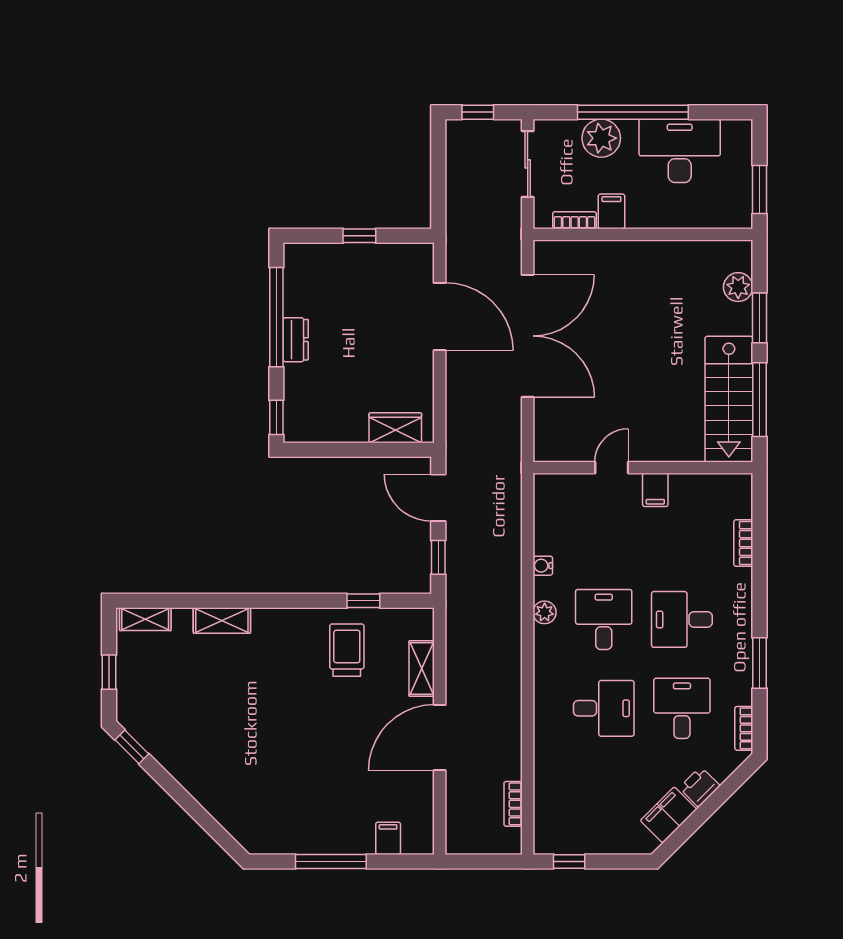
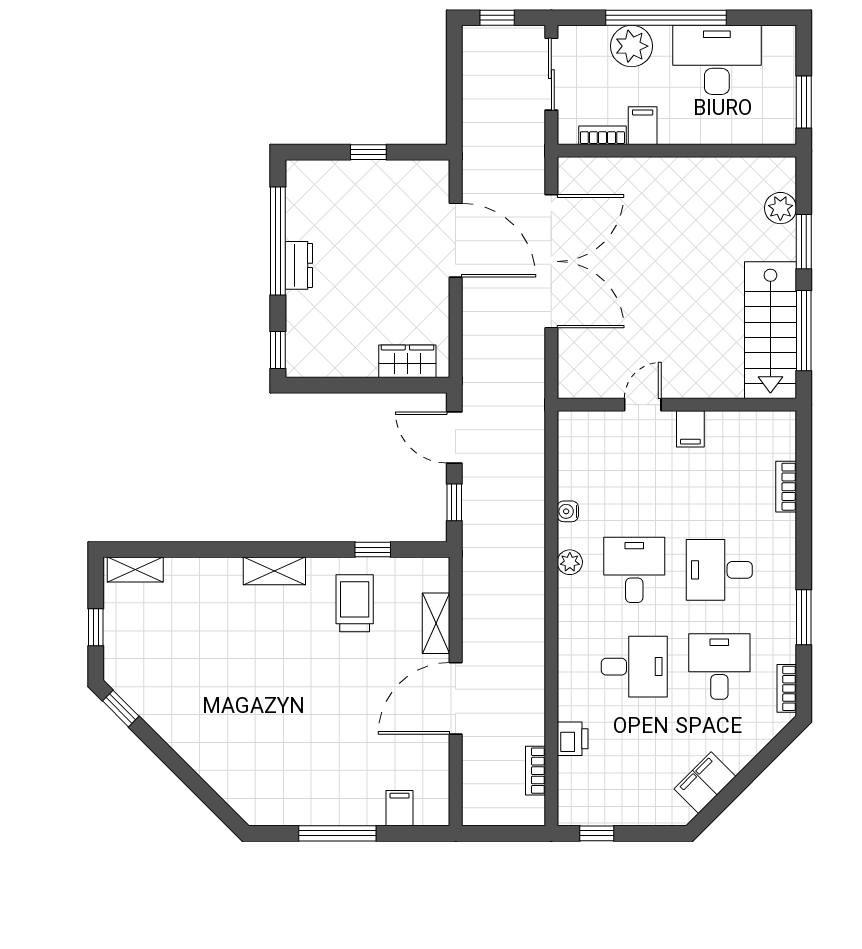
shelving: (222, 620) -> (274, 571), moved
printer: (700, 787) -> (573, 739), moved, turned 135

